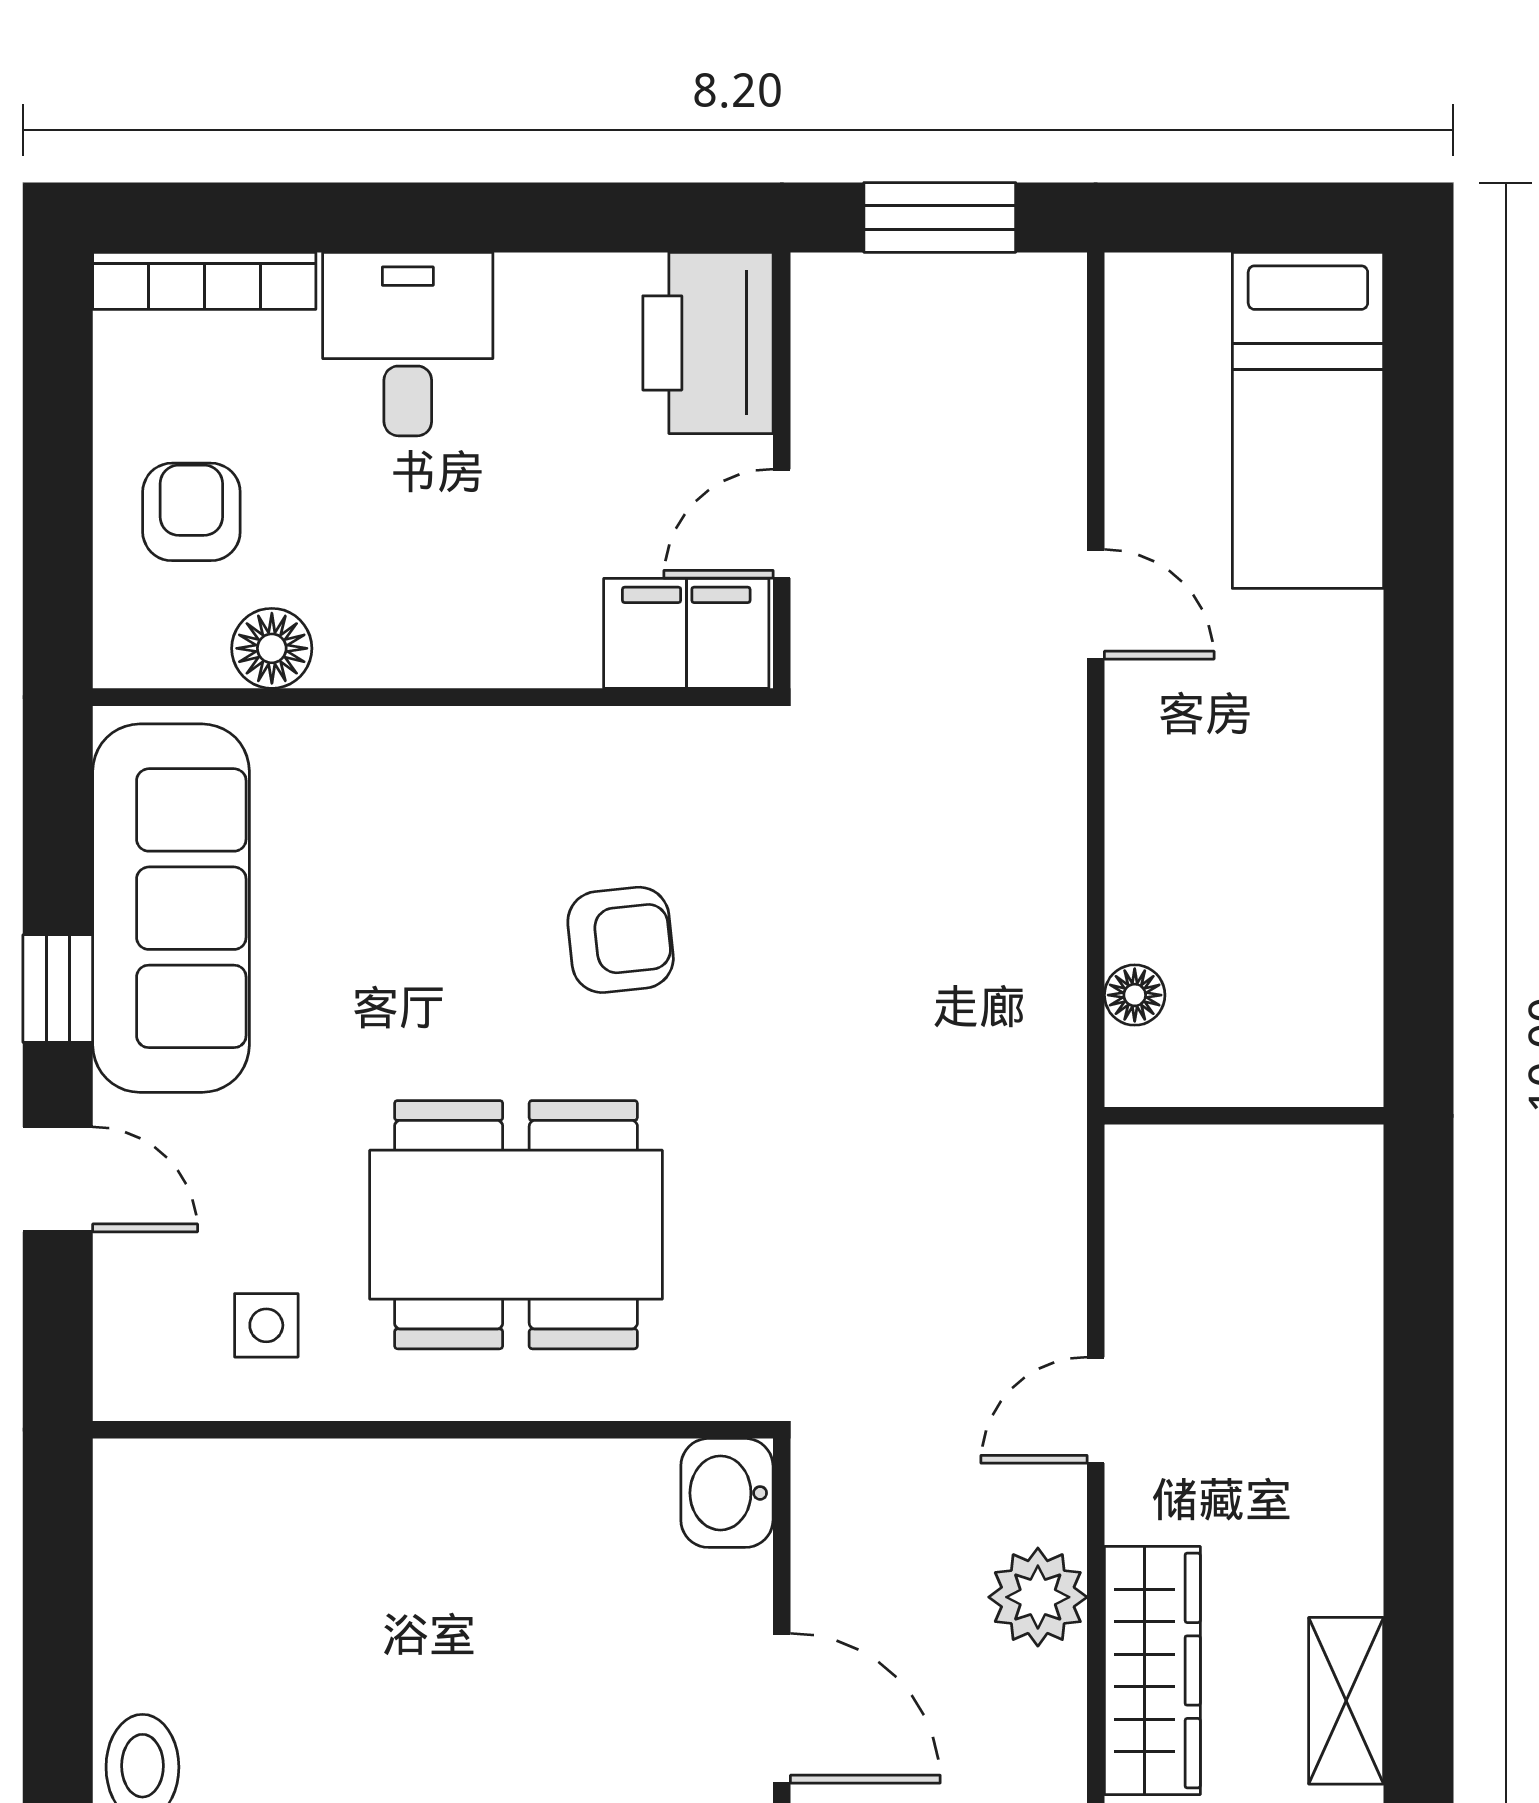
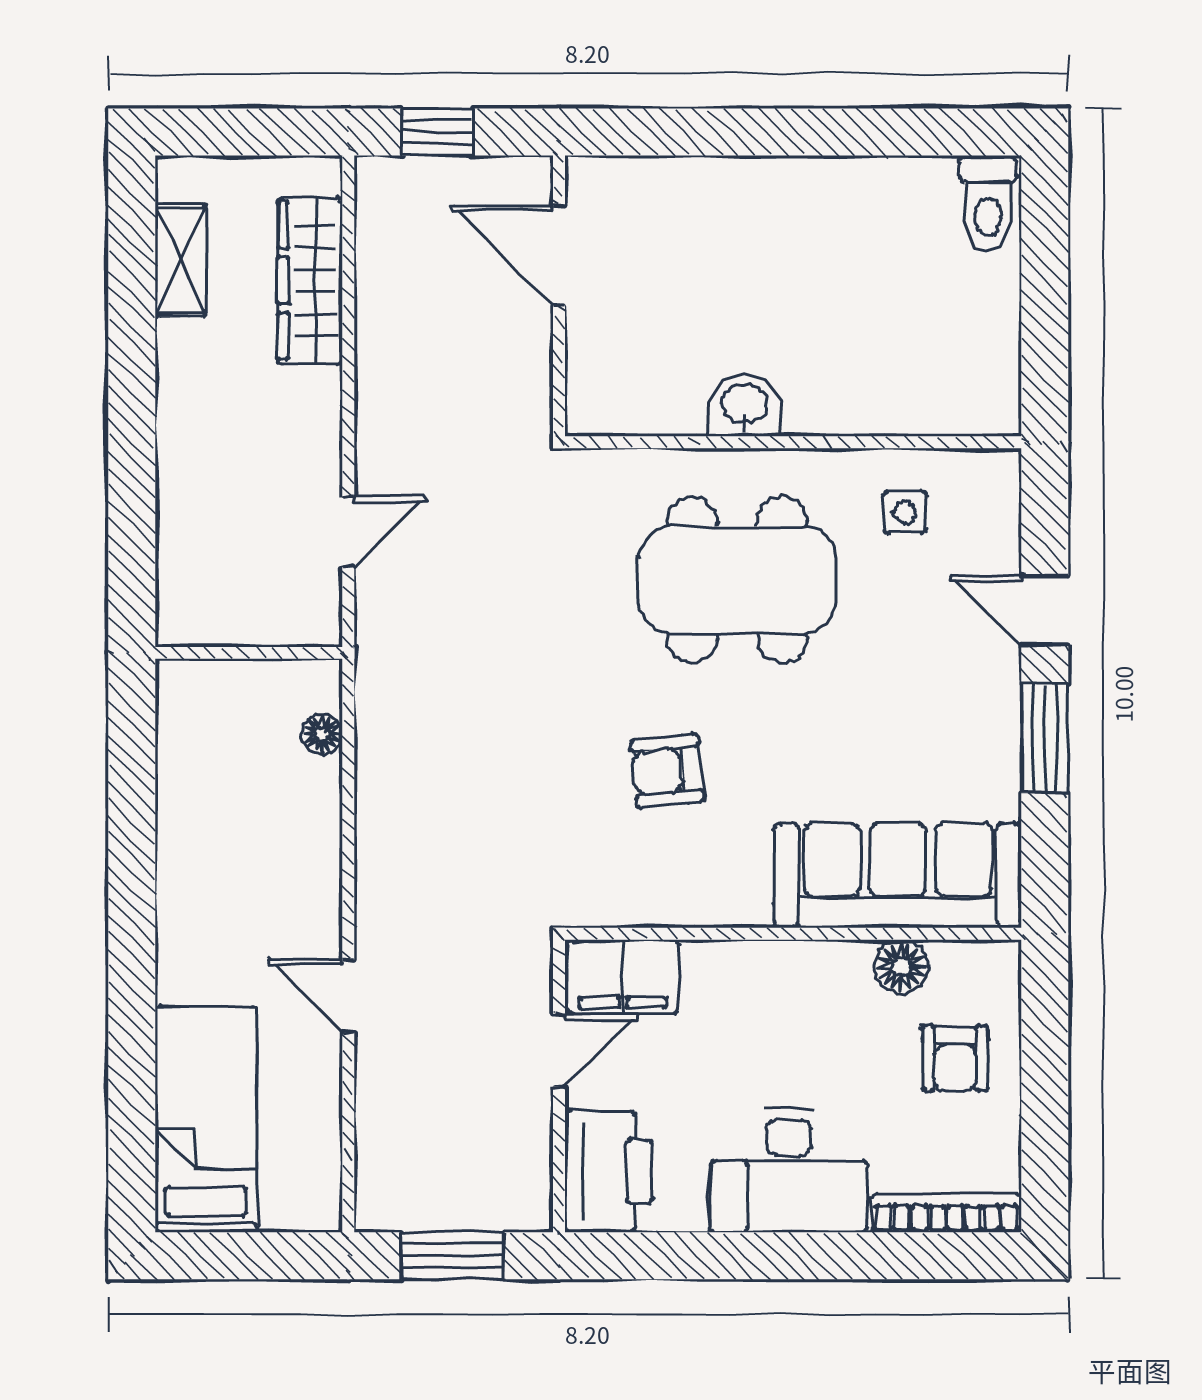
desk: (408, 344) -> (789, 1171), width x1.37
sofa: (171, 908) -> (898, 875), moved, turned 90
window: (58, 989) -> (1045, 738), width x1.50
door: (1096, 1410) -> (348, 532), moved
washbasin: (727, 1493) -> (745, 405), moved, turned -90
plant: (1038, 1597) -> (387, 330), removed

